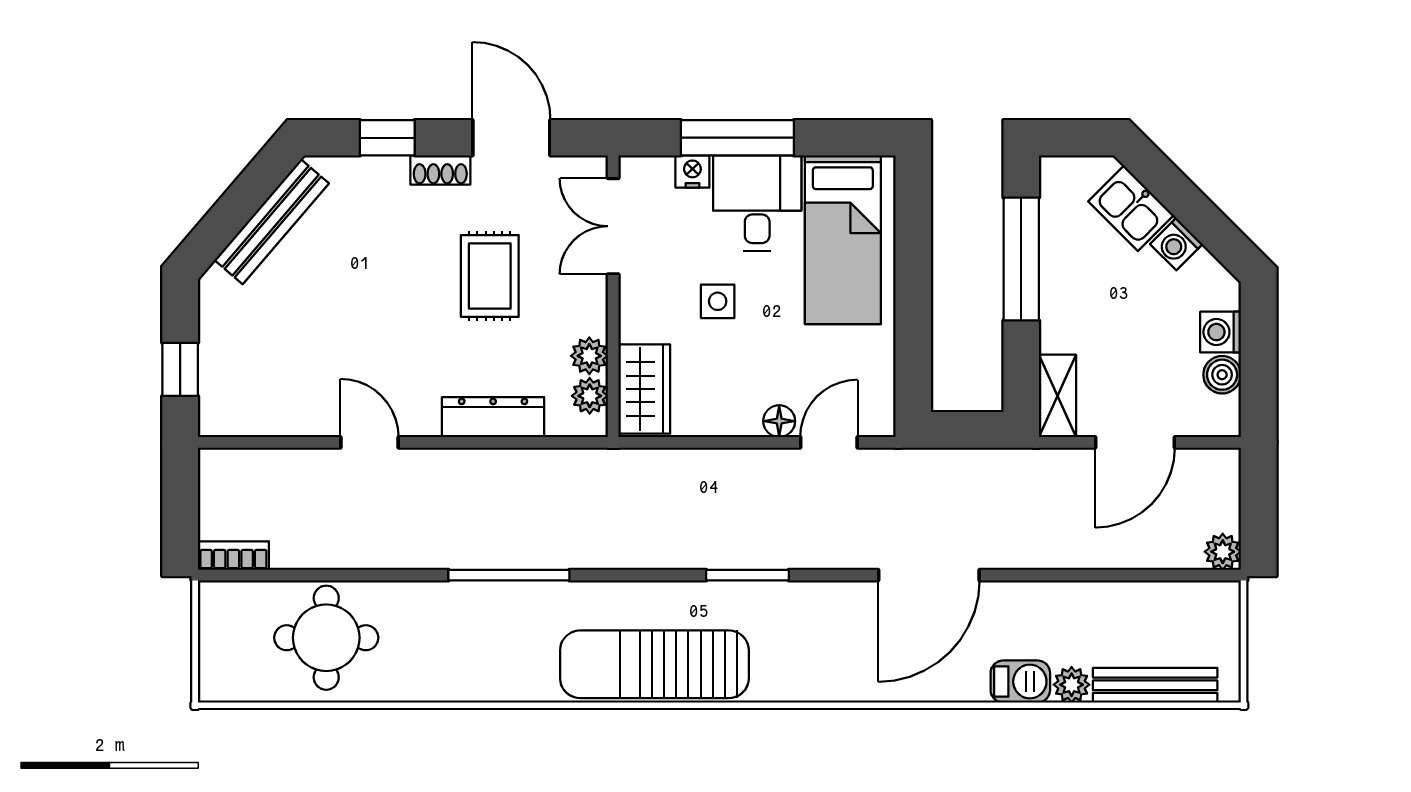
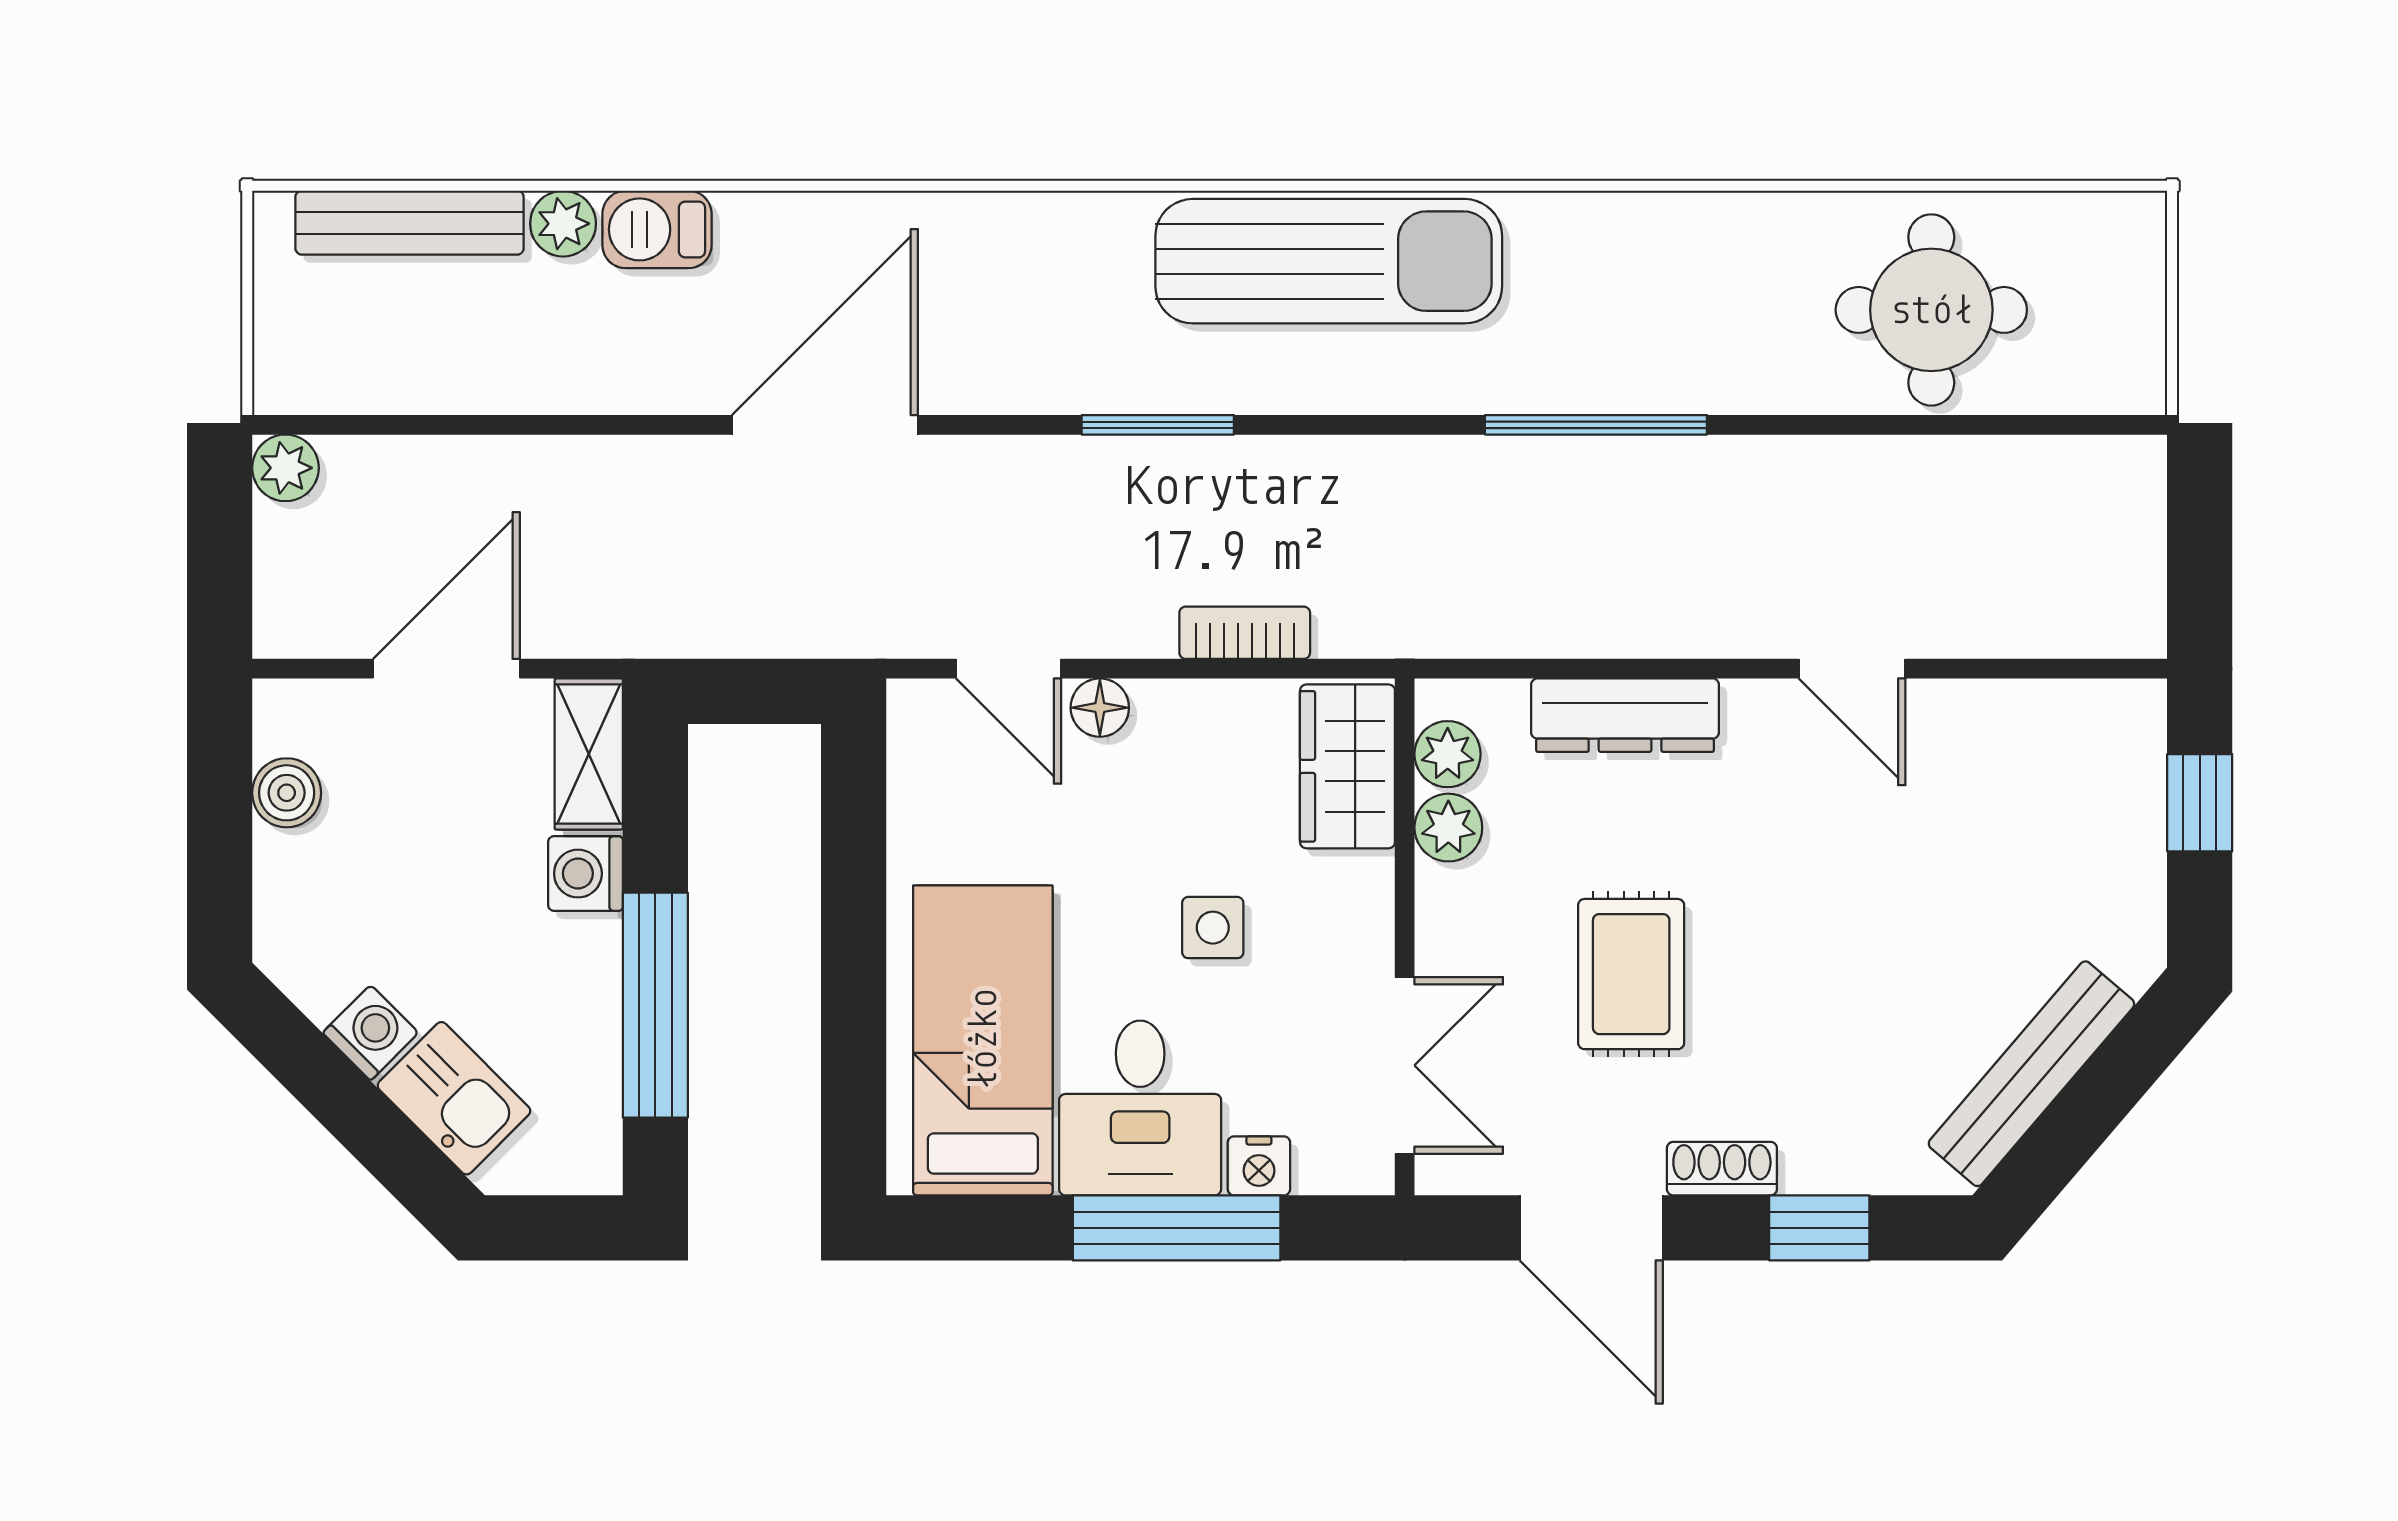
washing machine: (1221, 332) -> (585, 874), moved, turned 180
door: (829, 442) -> (1009, 669), hinge flipped
bookcase: (233, 556) -> (1245, 633), moved, turned 180

